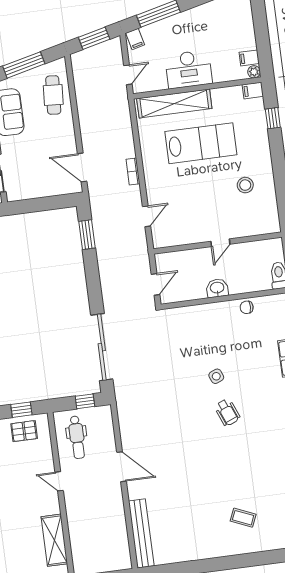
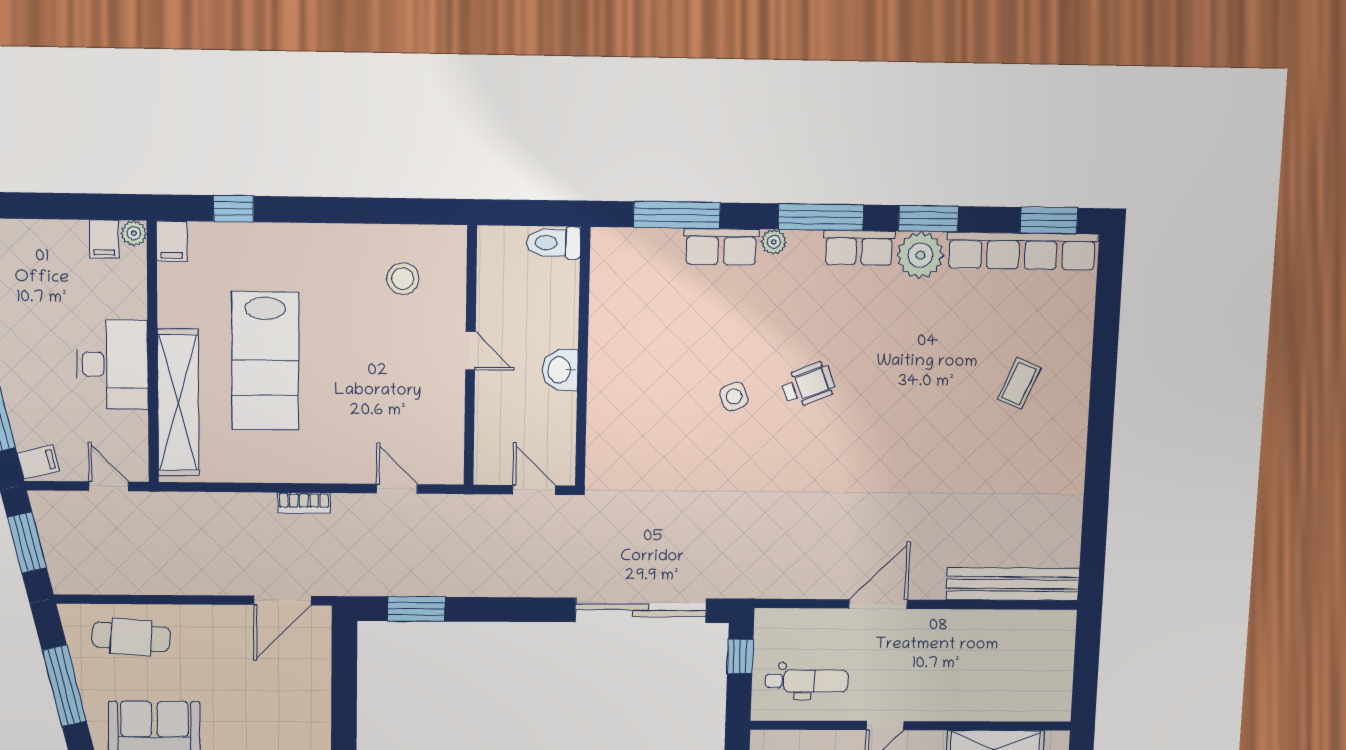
lab bench: (201, 143) -> (265, 361), turned 180
stool: (245, 185) -> (403, 279), moved
chair: (247, 307) -> (607, 317), removed

